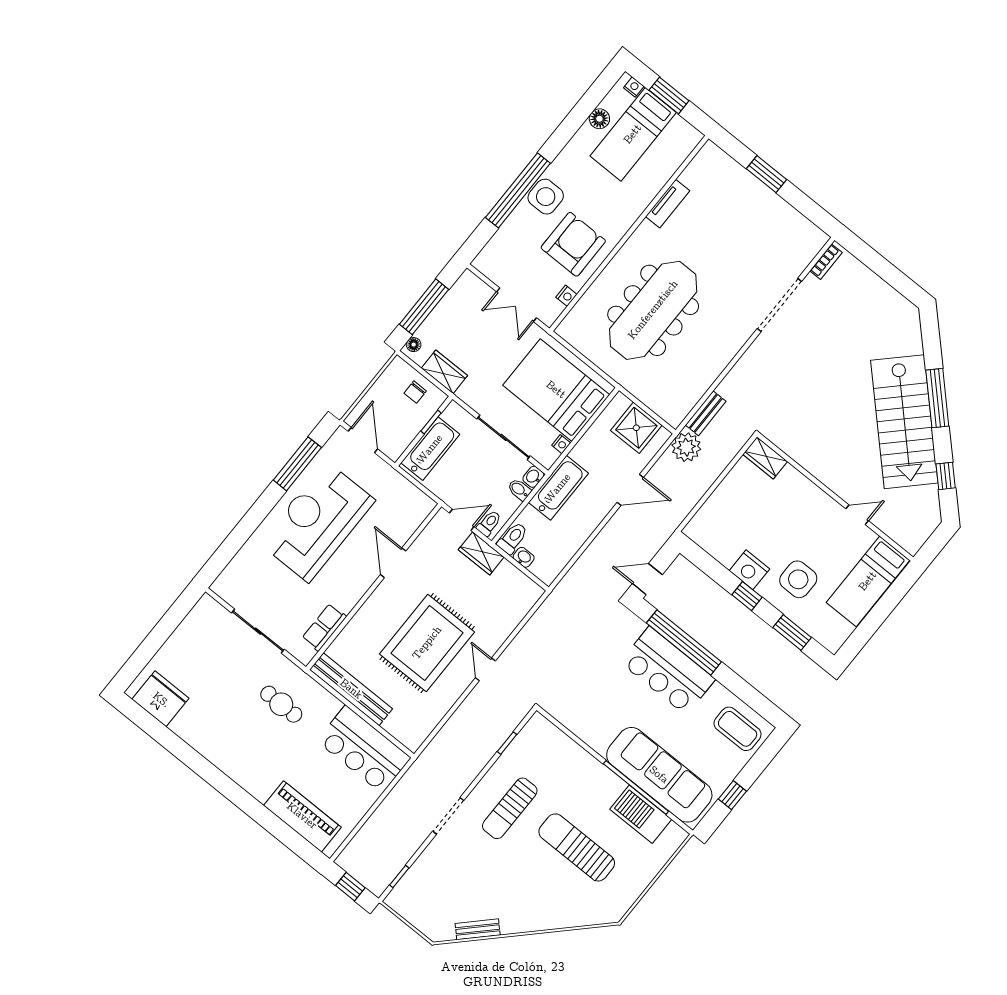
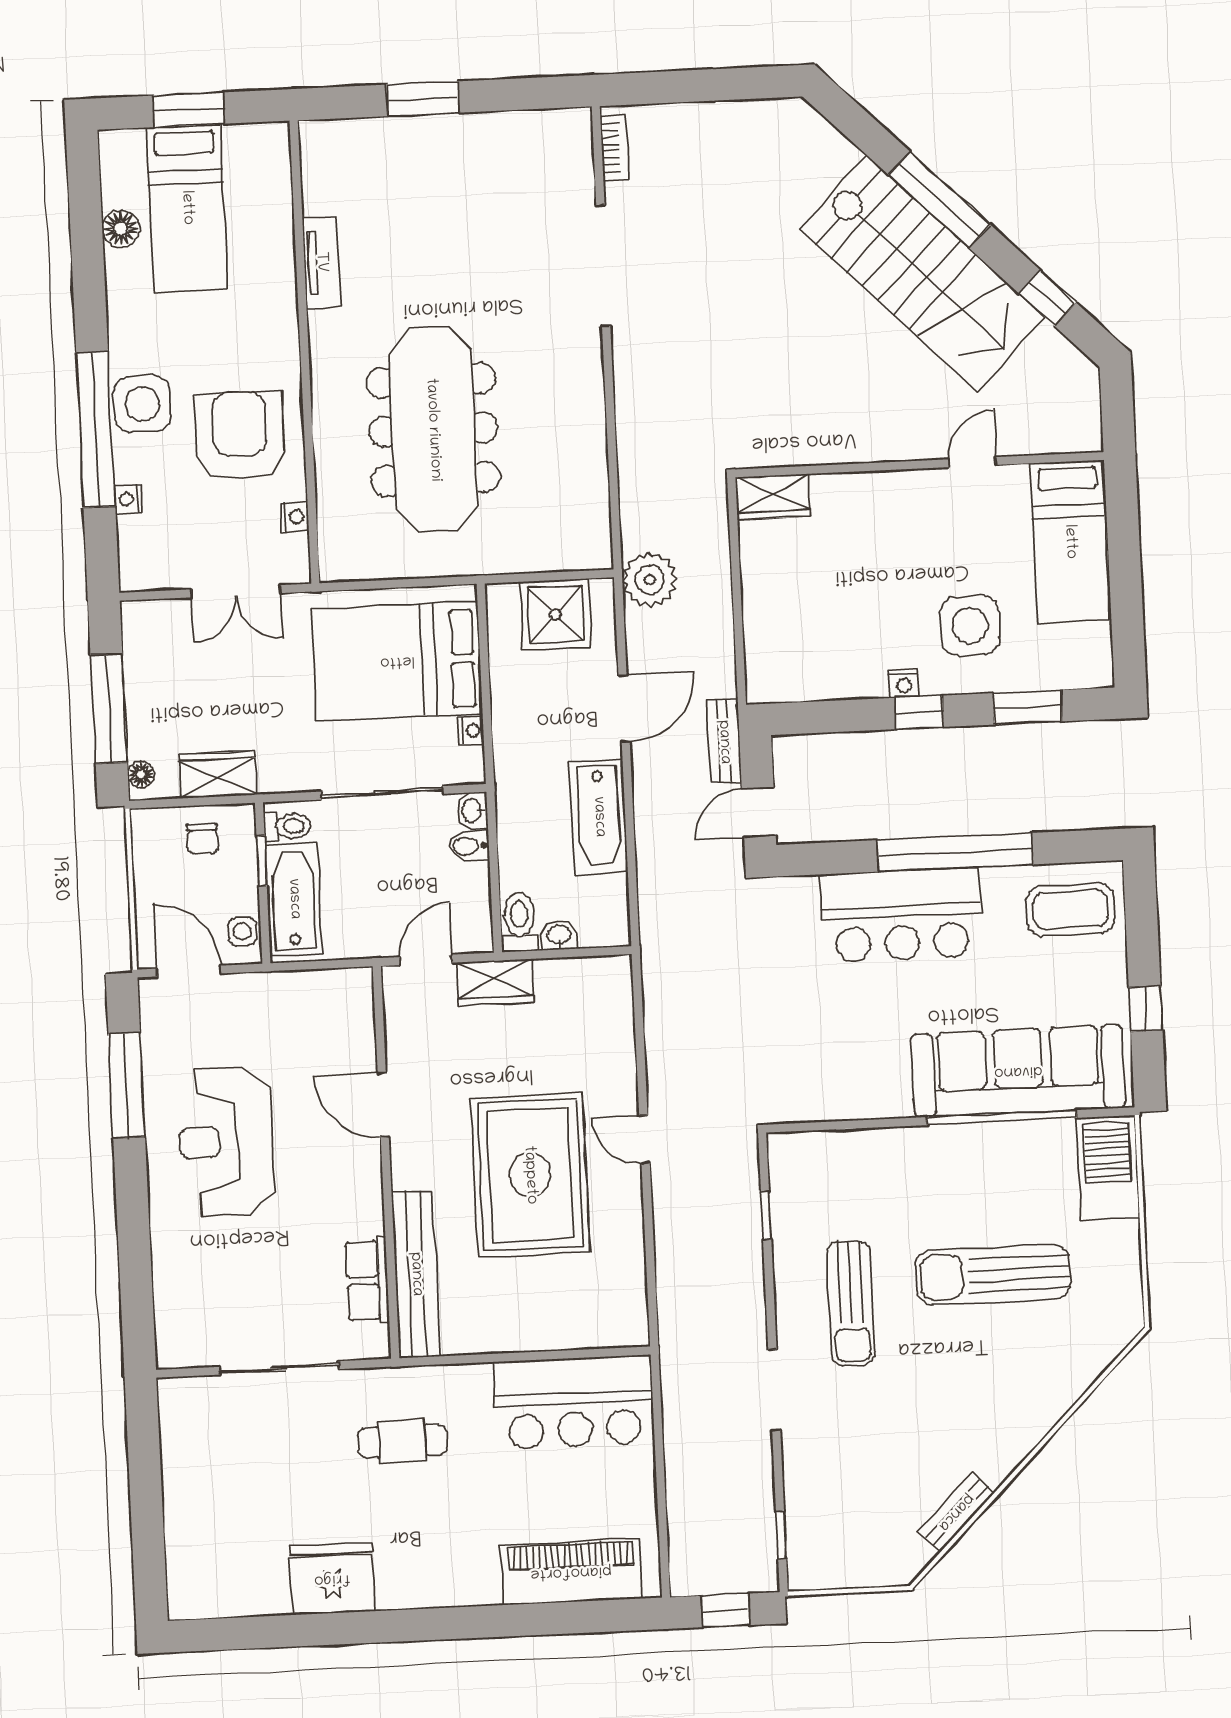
nightstand: (634, 87) -> (128, 499), moved, turned -90
bench: (706, 413) -> (724, 742), moved
side table: (398, 443) -> (242, 932), added
bathtub: (558, 488) -> (599, 817), moved, turned 180
reception desk: (317, 522) -> (226, 1142), width x0.74, depth x0.77
toilet: (489, 523) -> (287, 826), moved, turned 90
nightstand: (749, 570) -> (904, 683), width x0.53, depth x0.56
window: (684, 642) -> (955, 852), moved
bench: (351, 689) -> (416, 1274), moved, turned 90
fridge: (160, 699) -> (332, 1579), moved
barbecue: (641, 814) -> (1108, 1168), moved, turned 90

